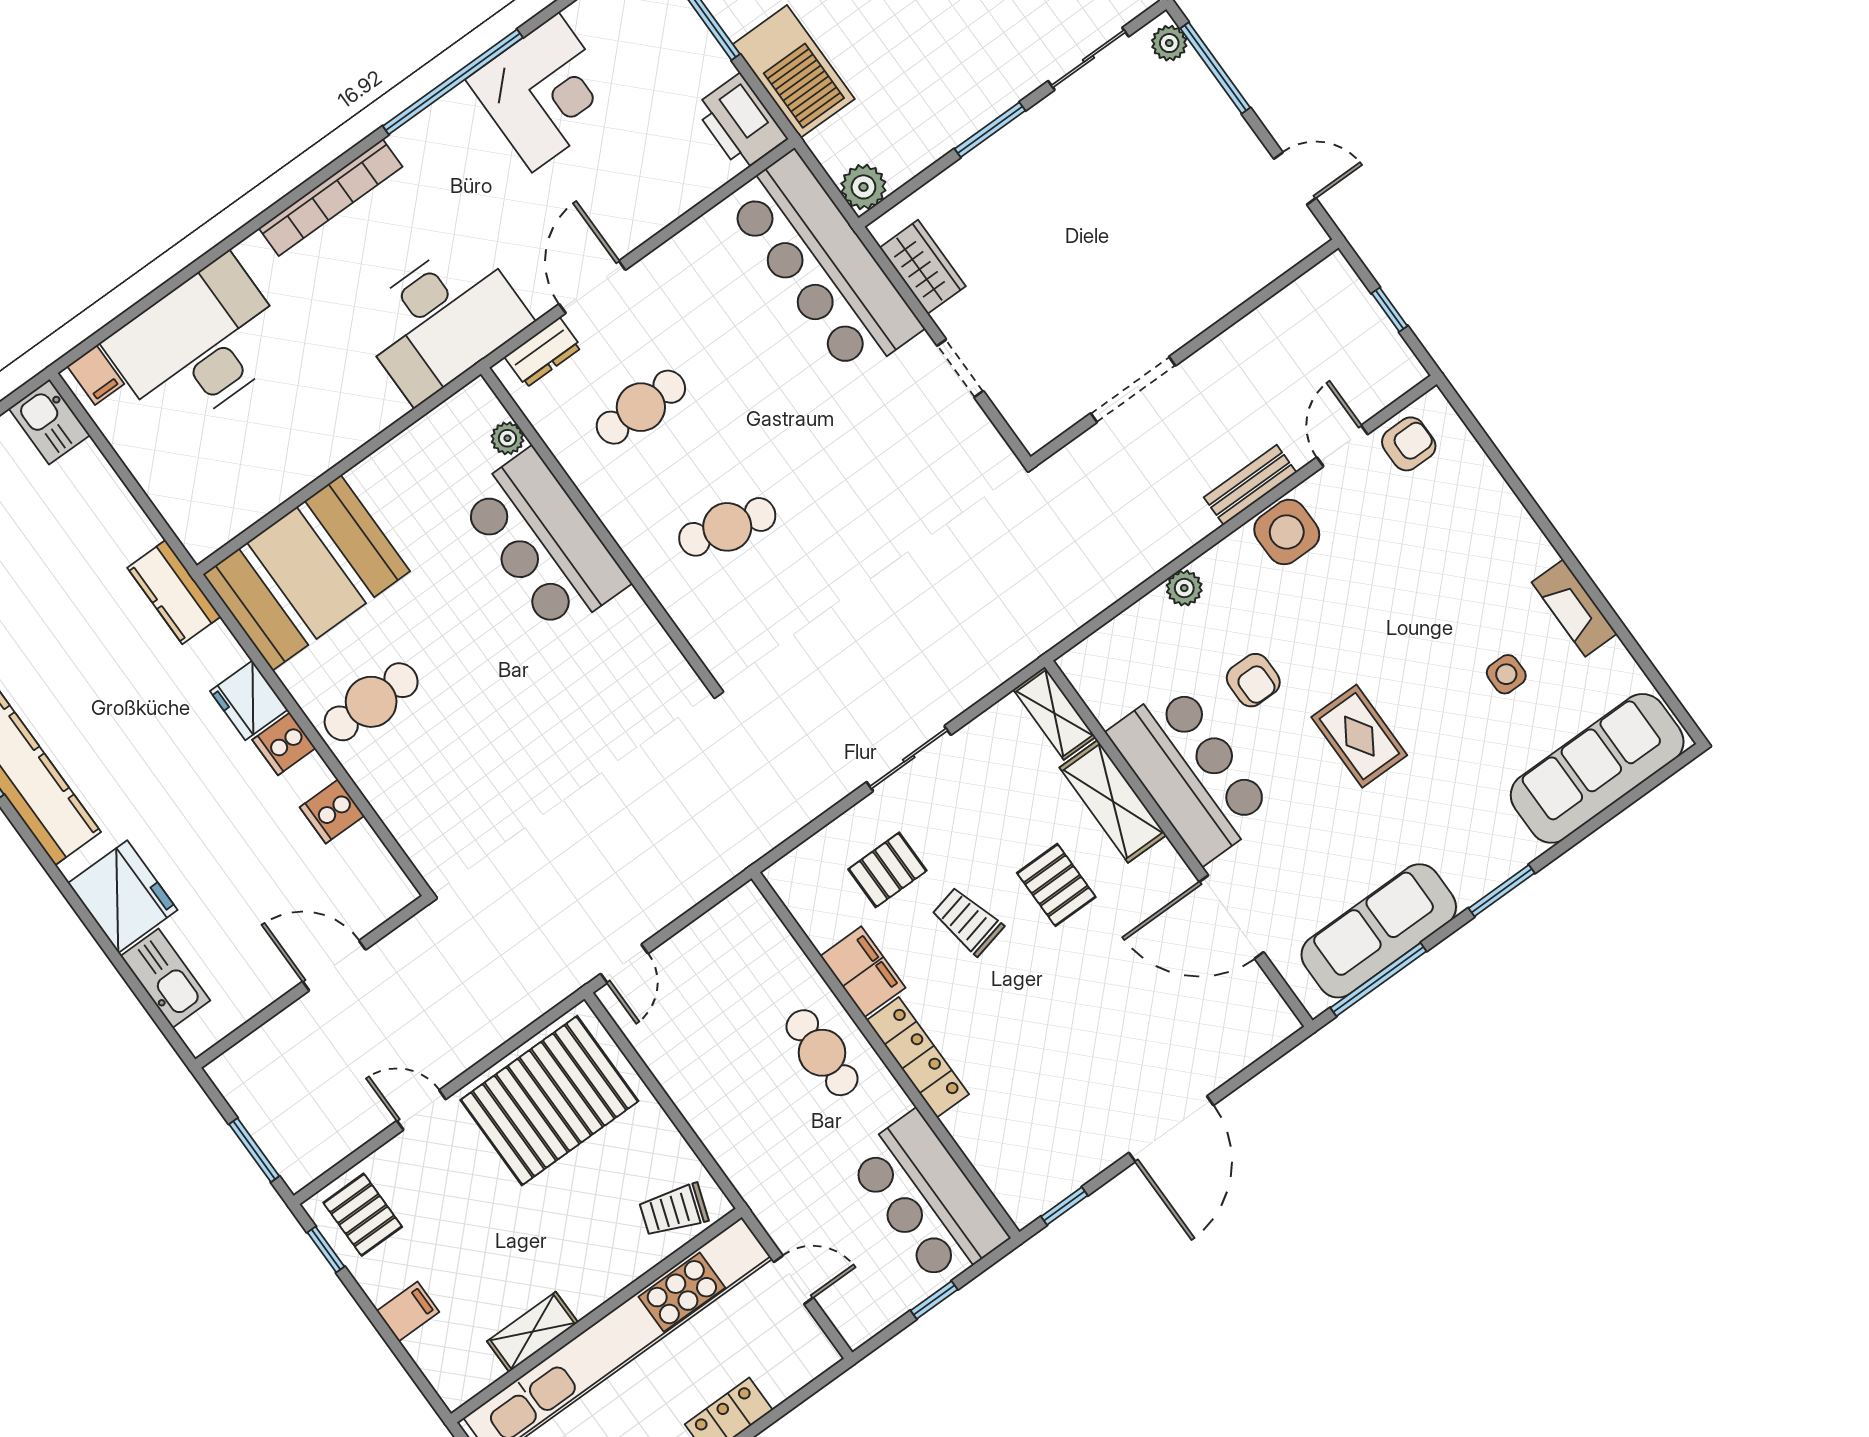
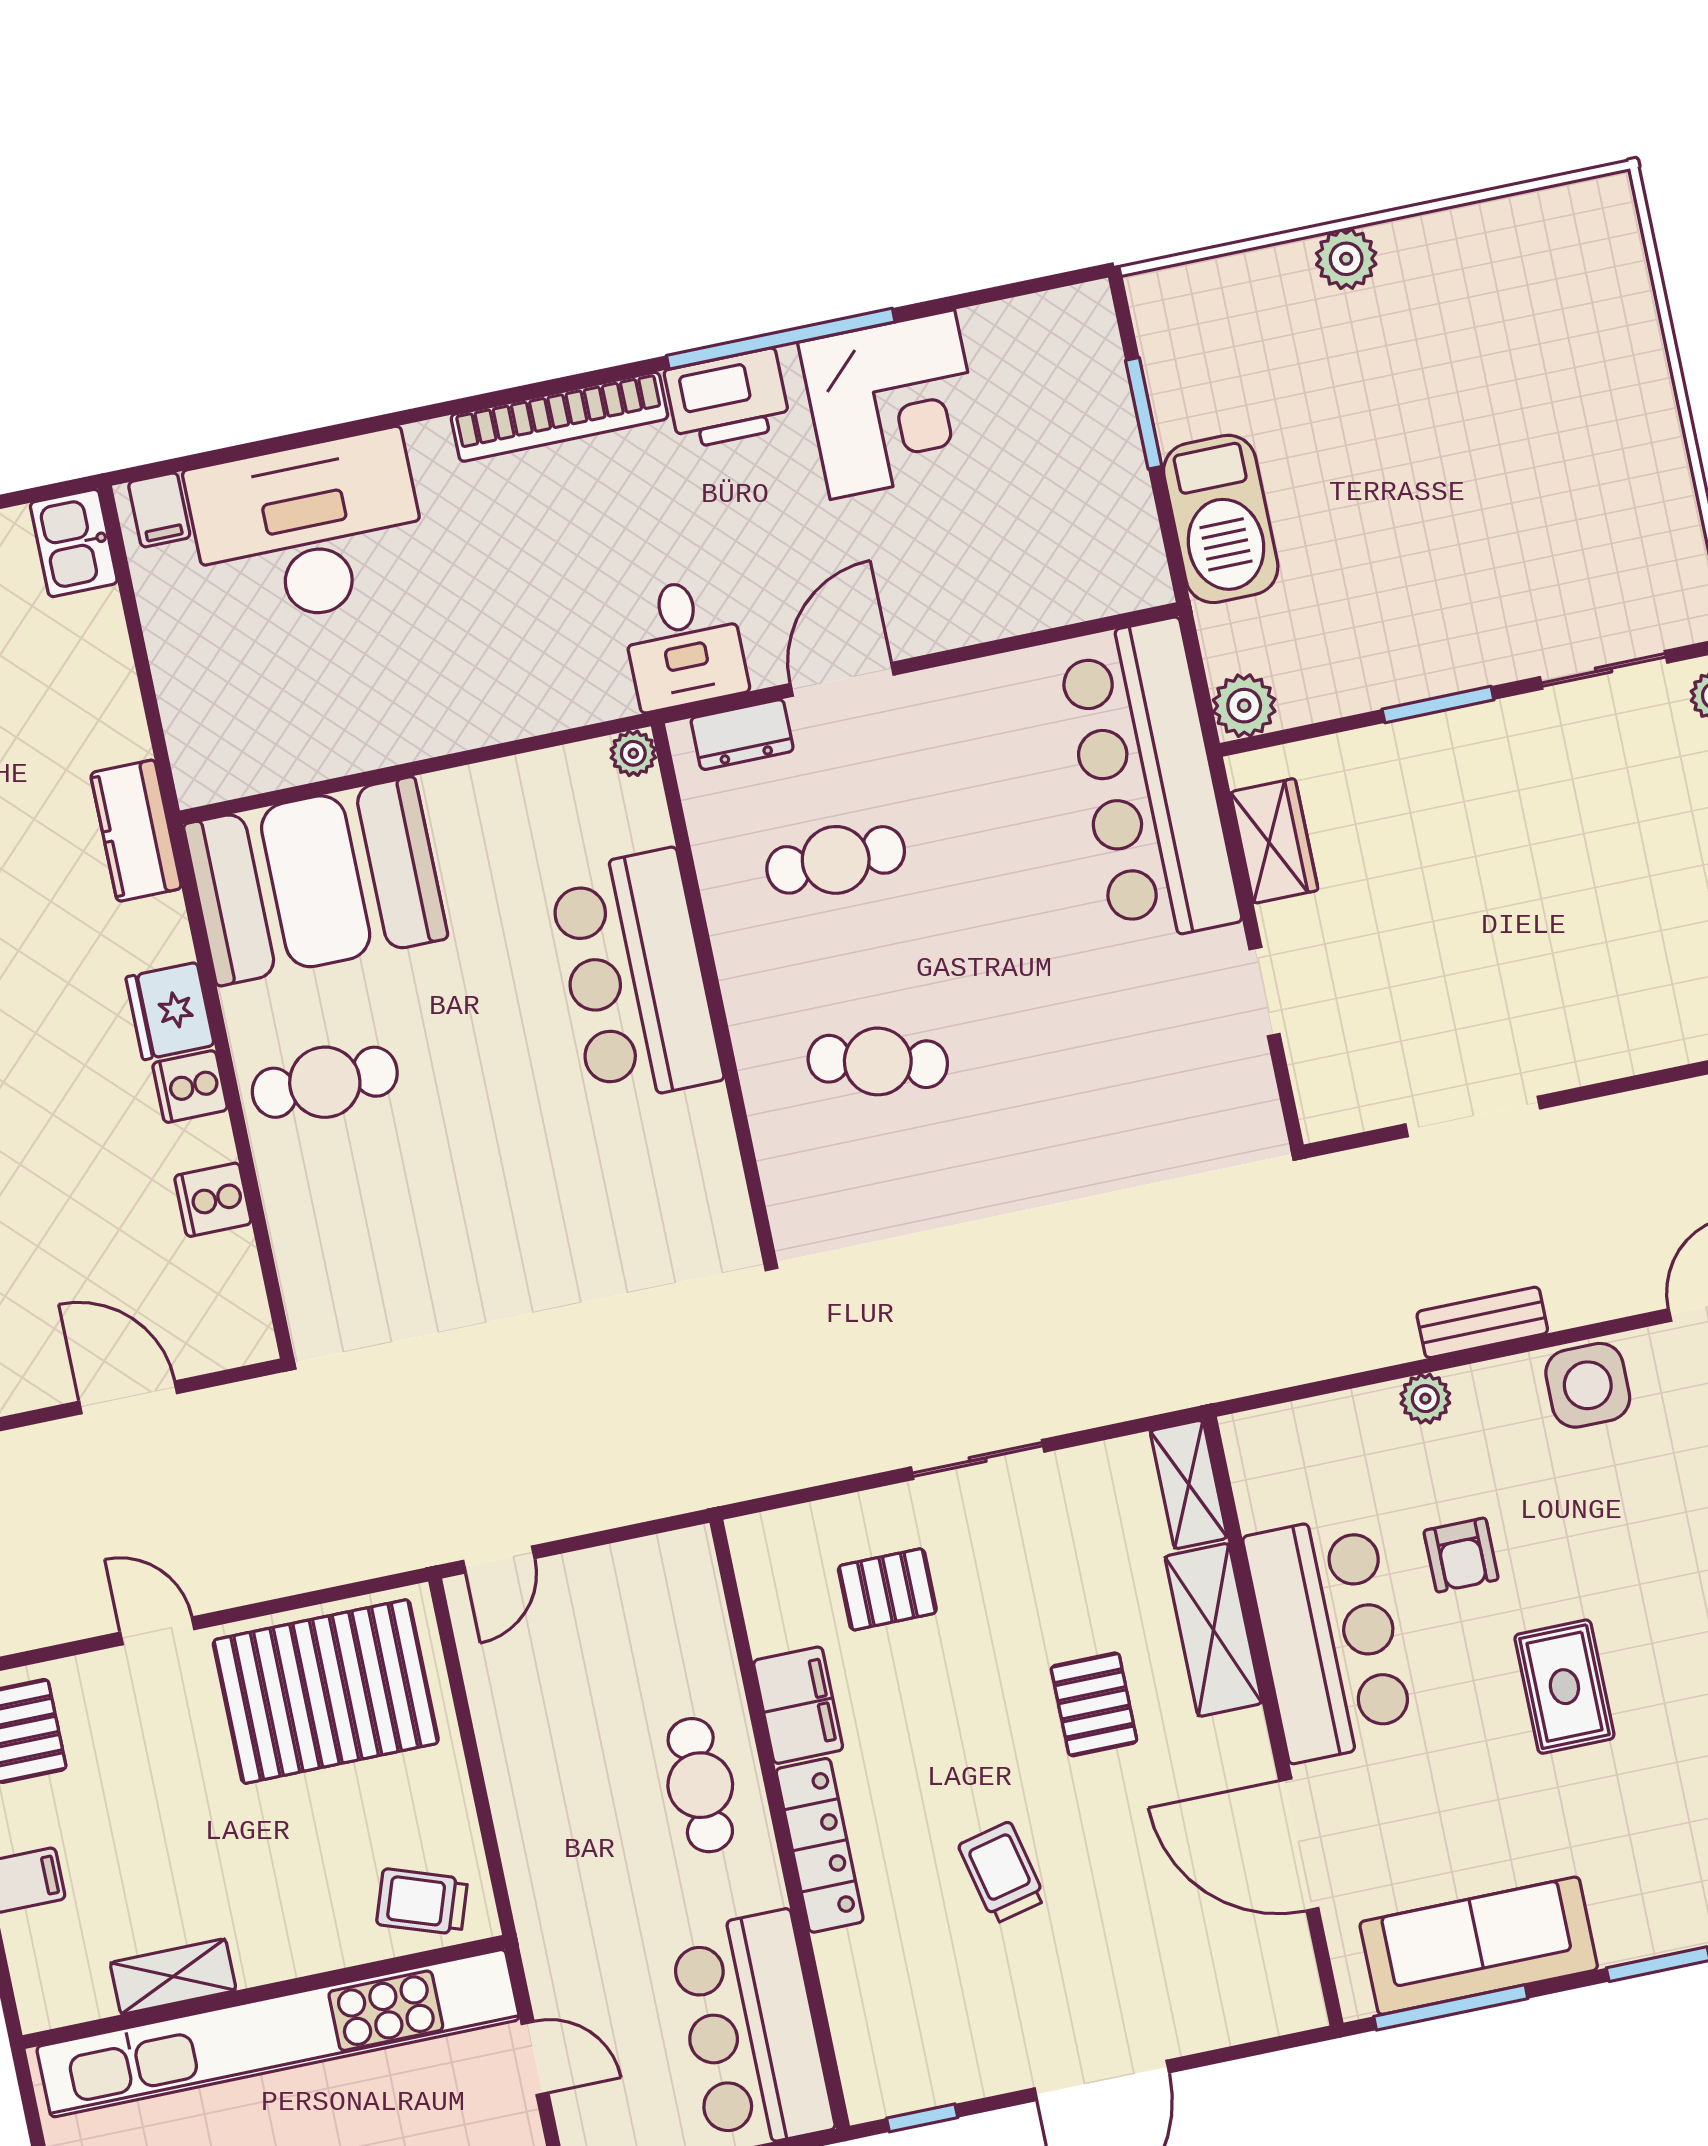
printer: (740, 122) -> (727, 399), moved, turned -90
desk: (442, 320) -> (684, 644), width x0.53, depth x0.77
plant: (507, 438) -> (633, 753), moved
bench: (1250, 485) -> (1482, 1322), moved
trolley: (967, 921) -> (1002, 1873), moved

